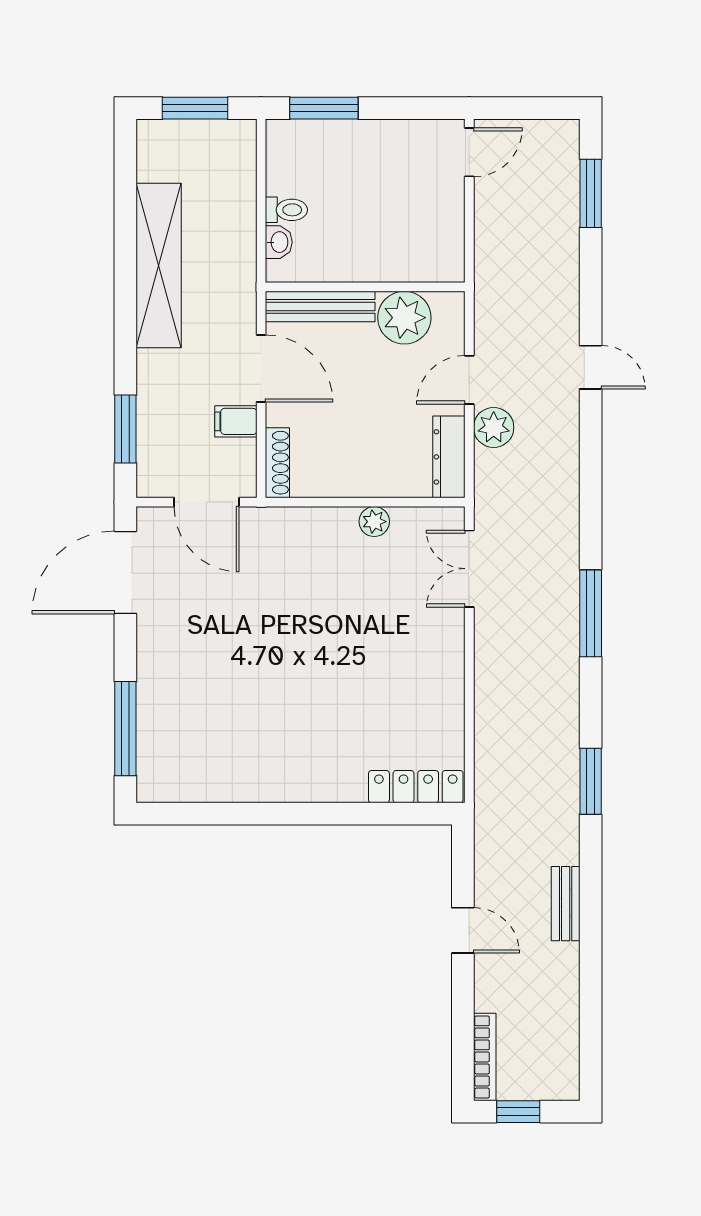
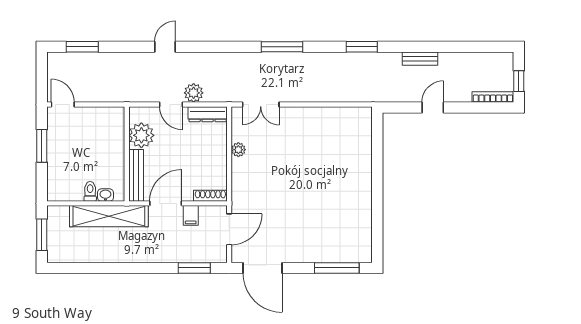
window: (324, 108) -> (42, 146), moved
shelving: (159, 265) -> (109, 216), moved
locker: (416, 787) -> (364, 130), removed

